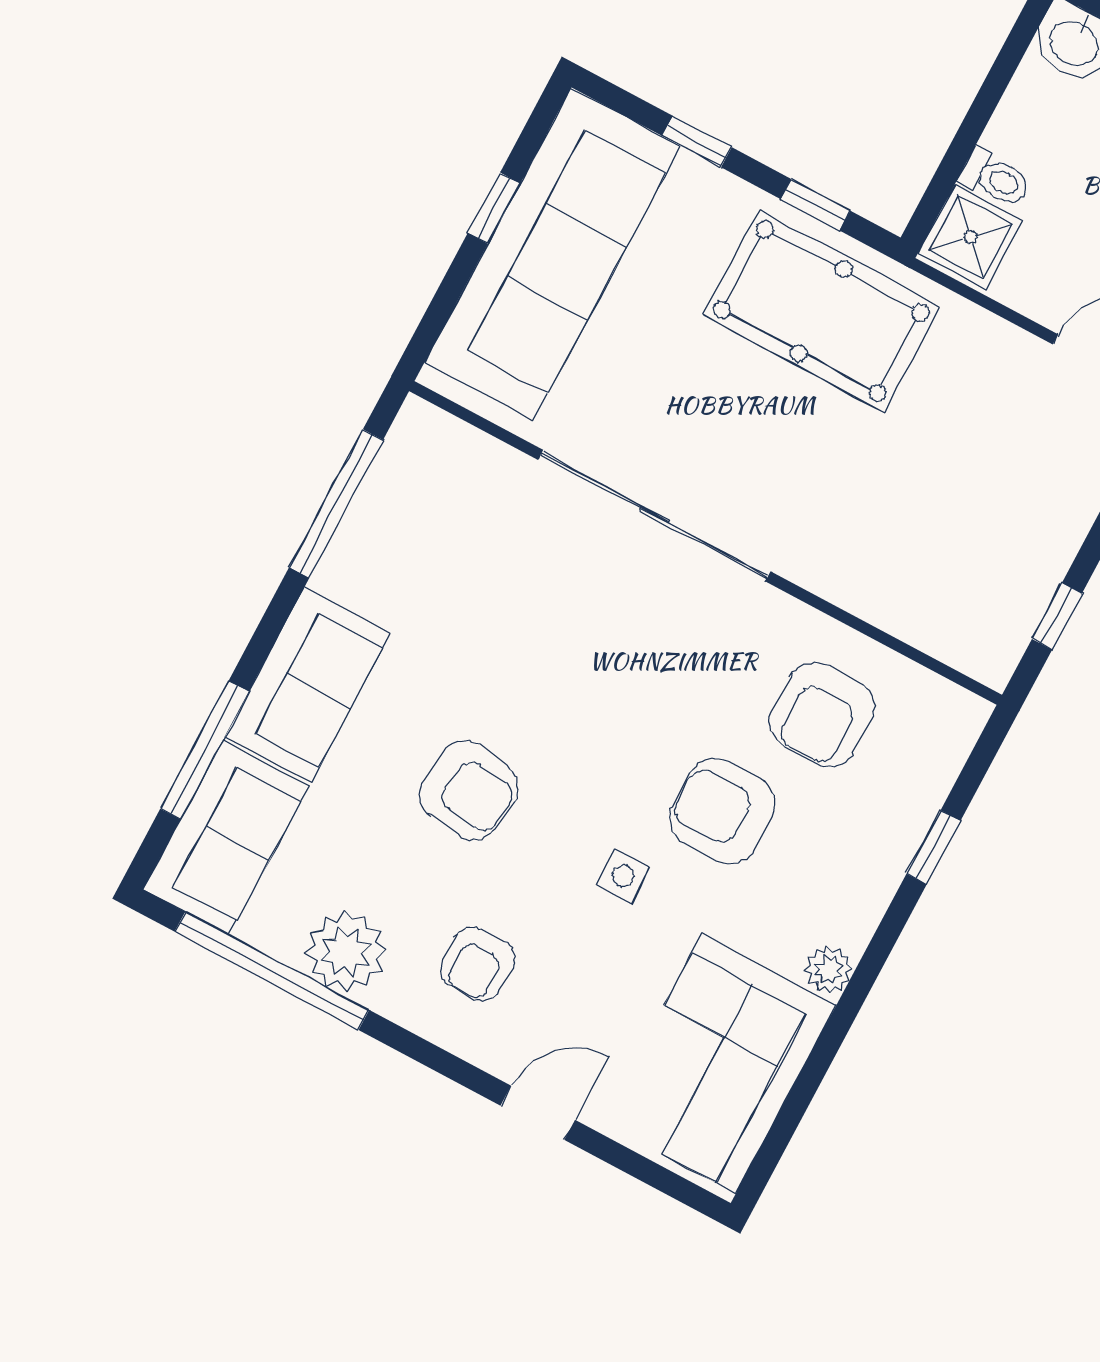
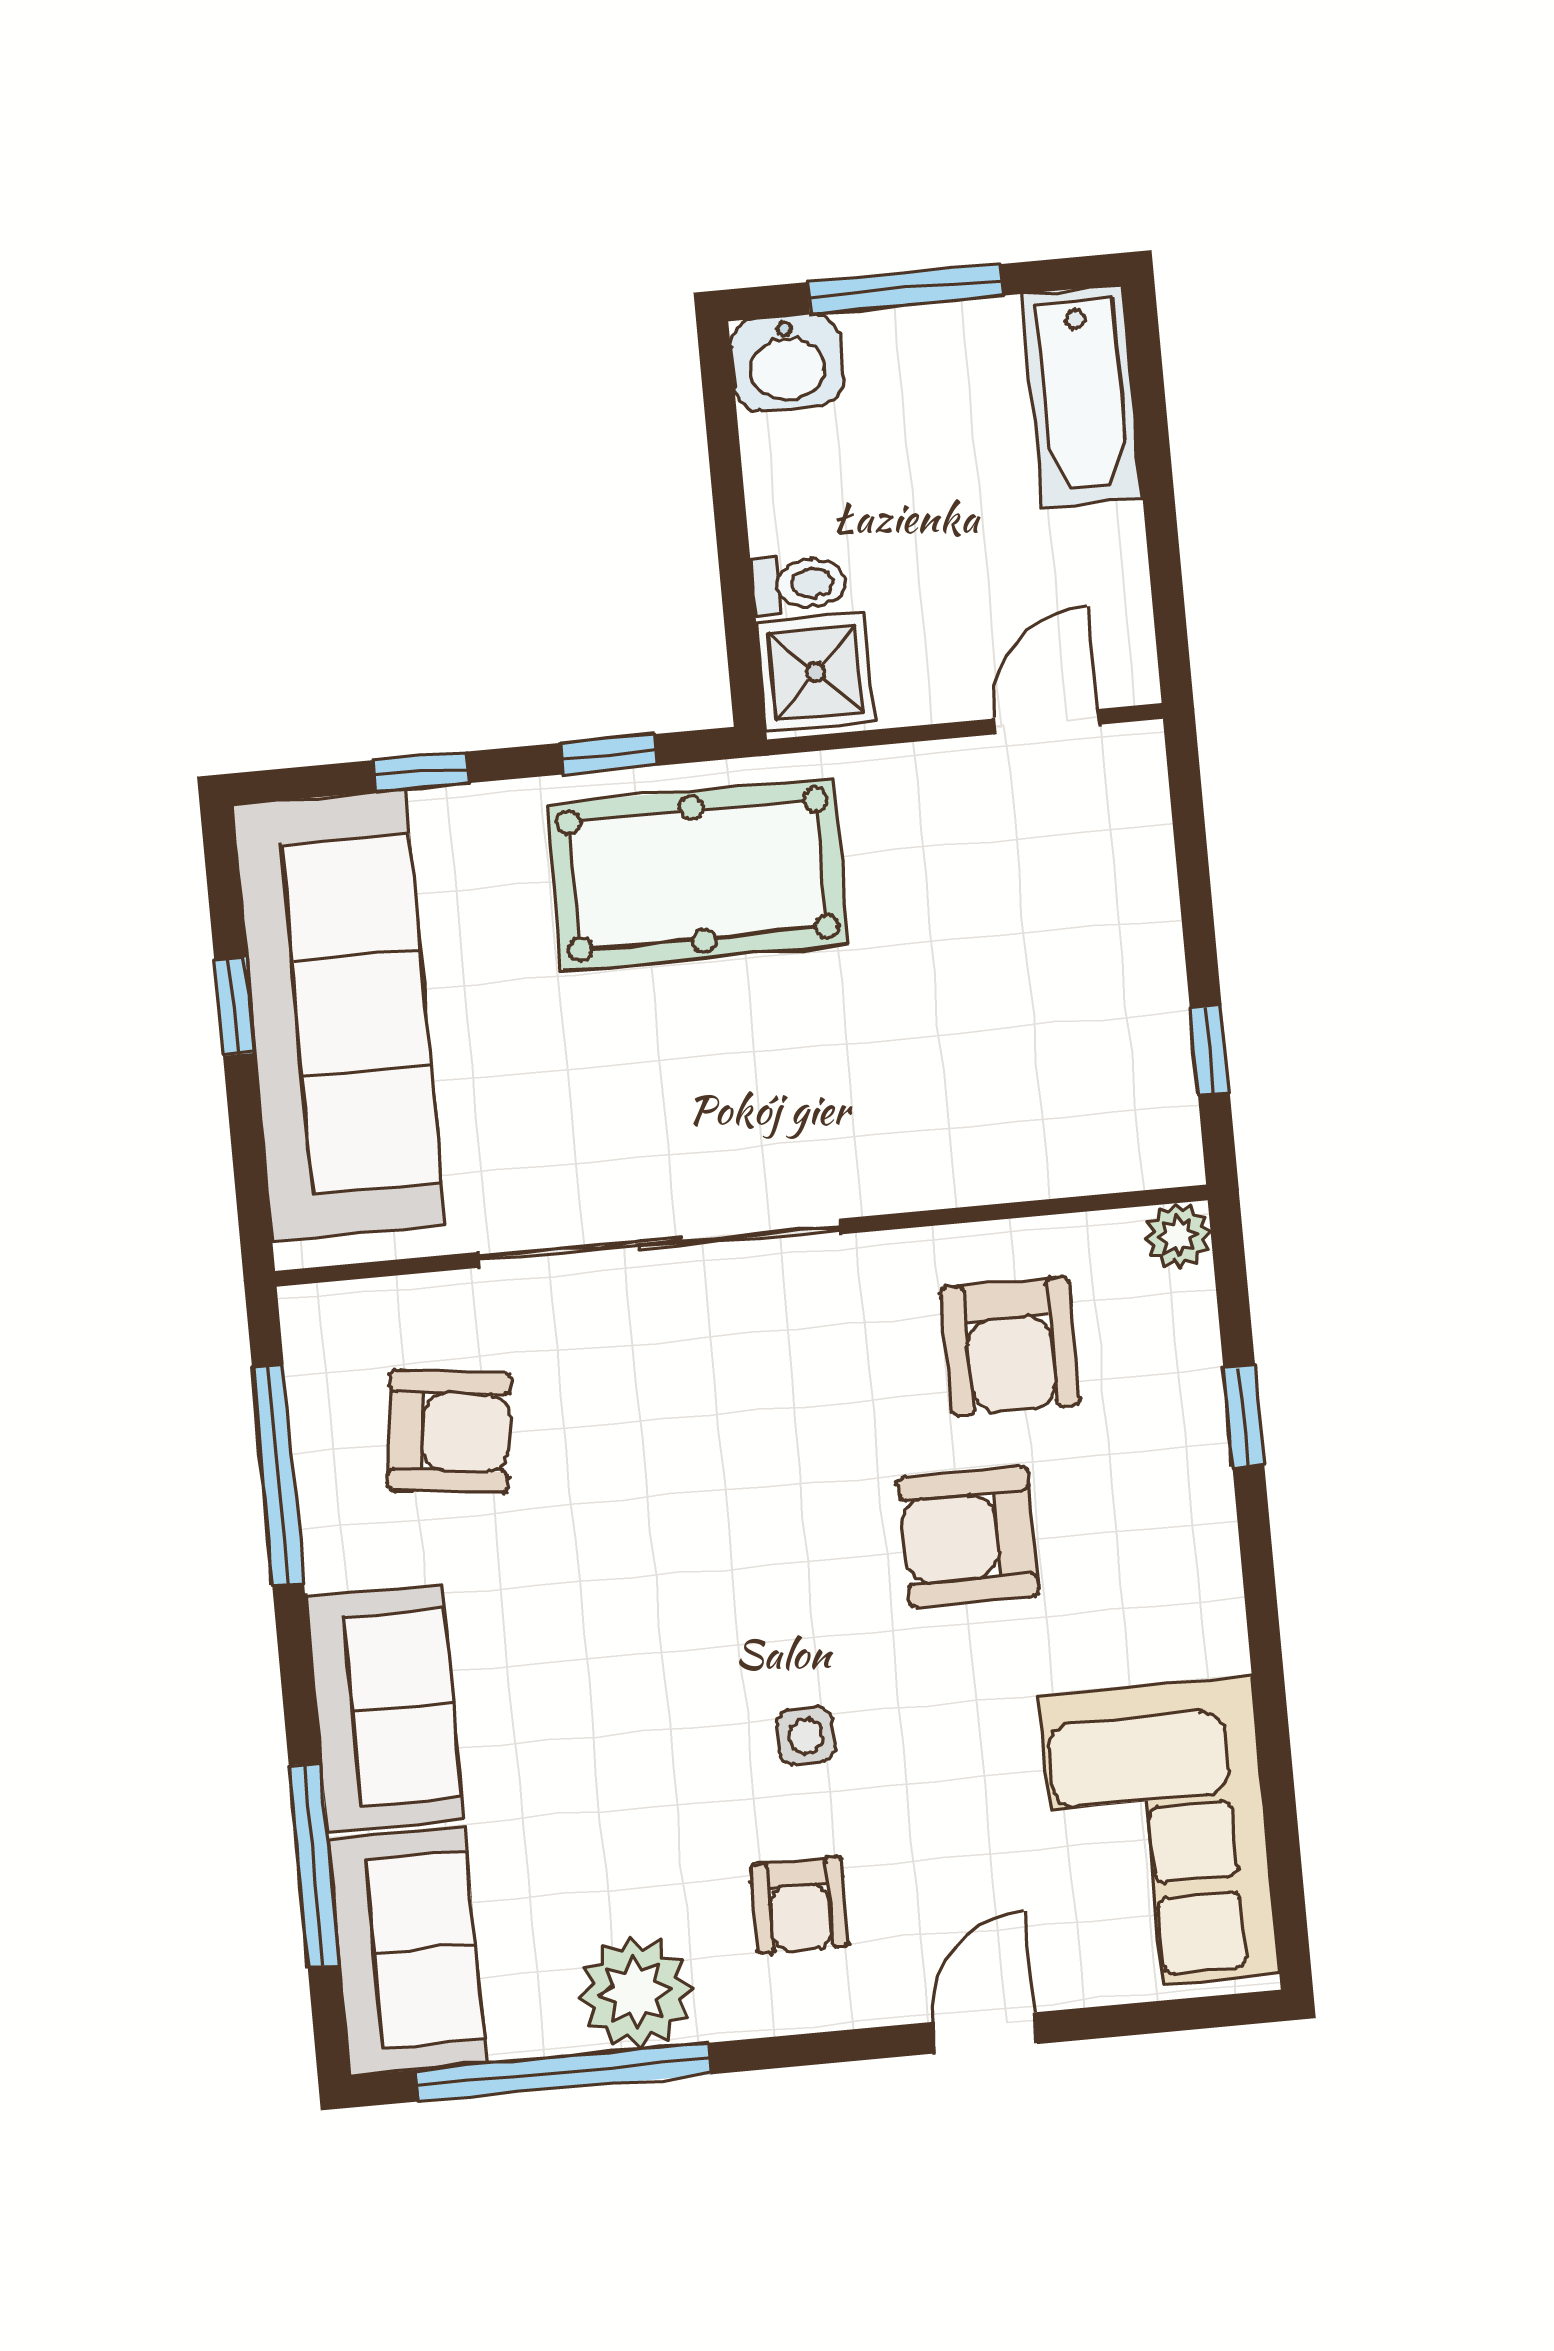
armchair: (469, 790) -> (449, 1432), moved
side table: (623, 876) -> (806, 1736), moved
plant: (829, 970) -> (1178, 1236), moved

